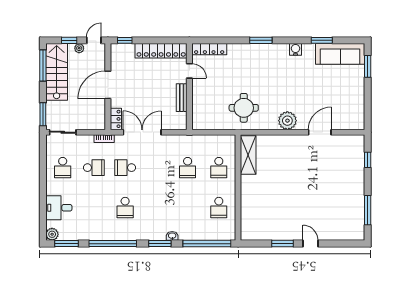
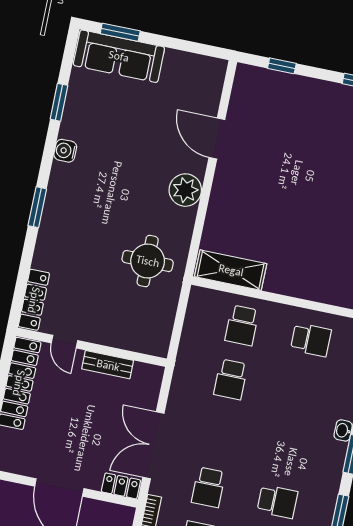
sofa: (340, 54) -> (119, 56), moved, turned 90
door: (189, 71) -> (64, 342), swing flipped
school desk: (188, 168) -> (231, 379), turned 90
school desk: (219, 168) -> (242, 325), turned 90

